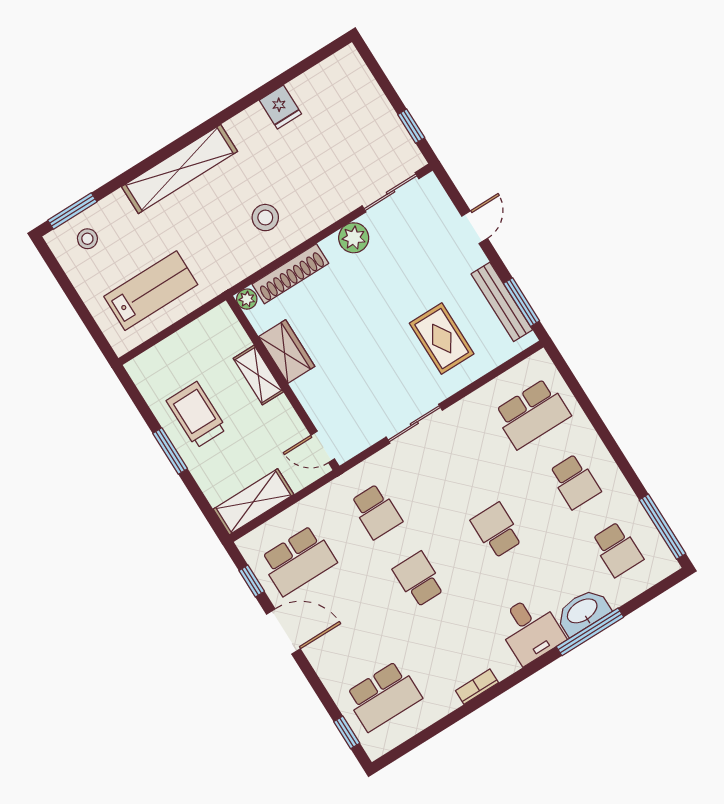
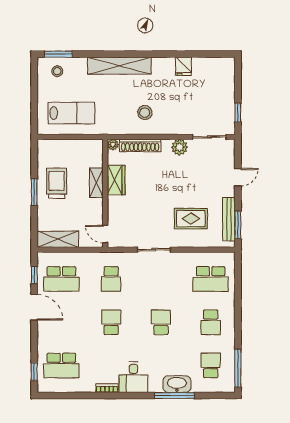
rug: (442, 339) -> (191, 219), turned 90
school desk: (617, 549) -> (211, 365), turned 180
desk: (530, 629) -> (133, 377), moved

